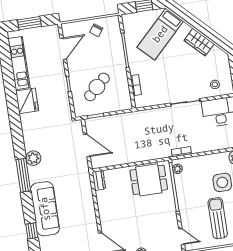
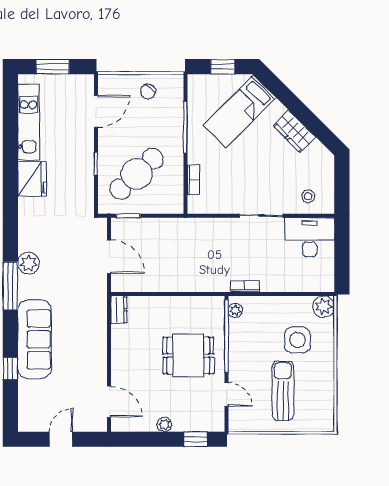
cafe table: (97, 87) -> (137, 174), width x1.37, depth x1.35
dining table: (149, 180) -> (188, 356), moved
door: (182, 237) -> (226, 394), moved

